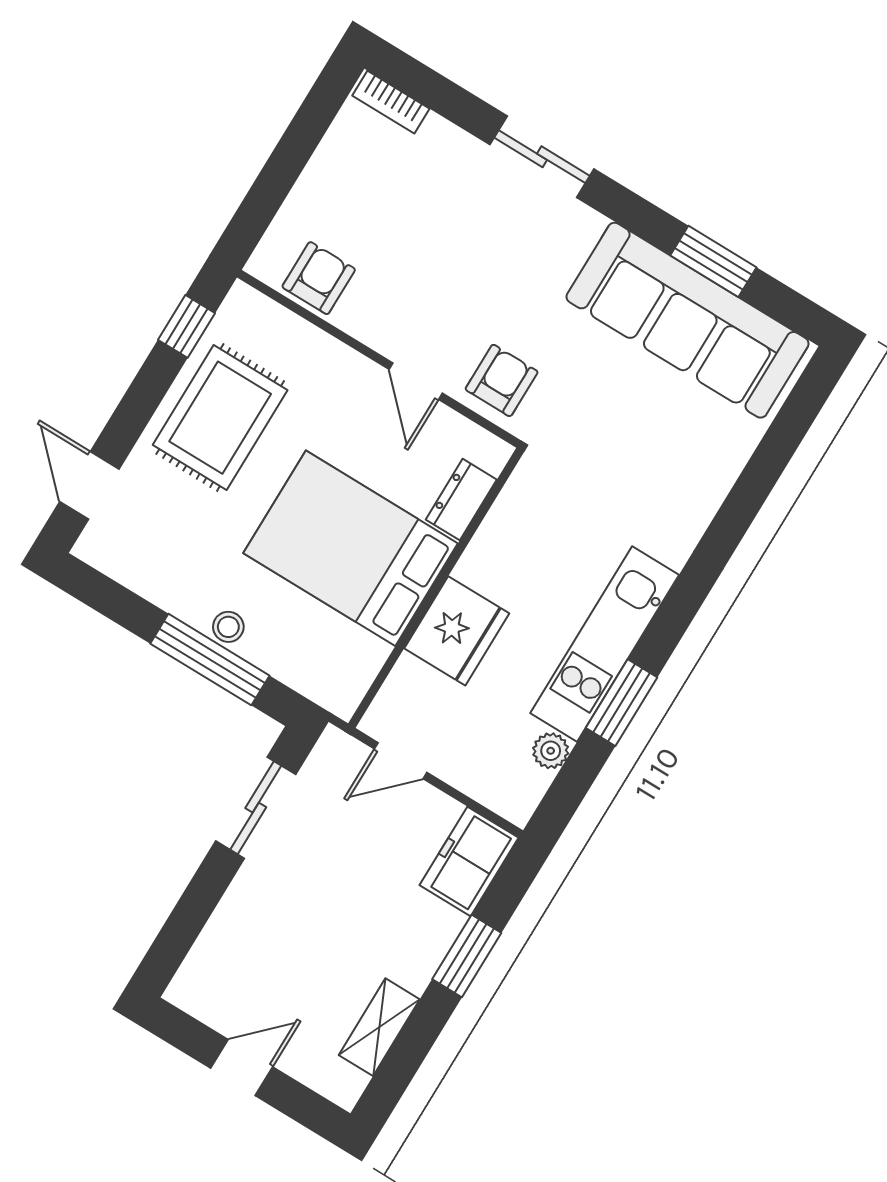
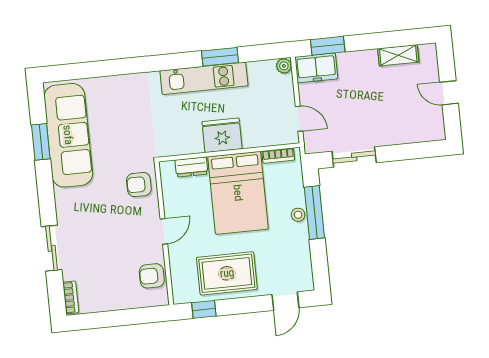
sliding door: (542, 157) -> (52, 248), moved
door: (416, 381) -> (164, 231), moved
fridge: (457, 631) -> (222, 135), moved
bookcase: (362, 672) -> (278, 156), added
plant: (551, 751) -> (284, 66), moved
window: (467, 956) -> (328, 46), moved

